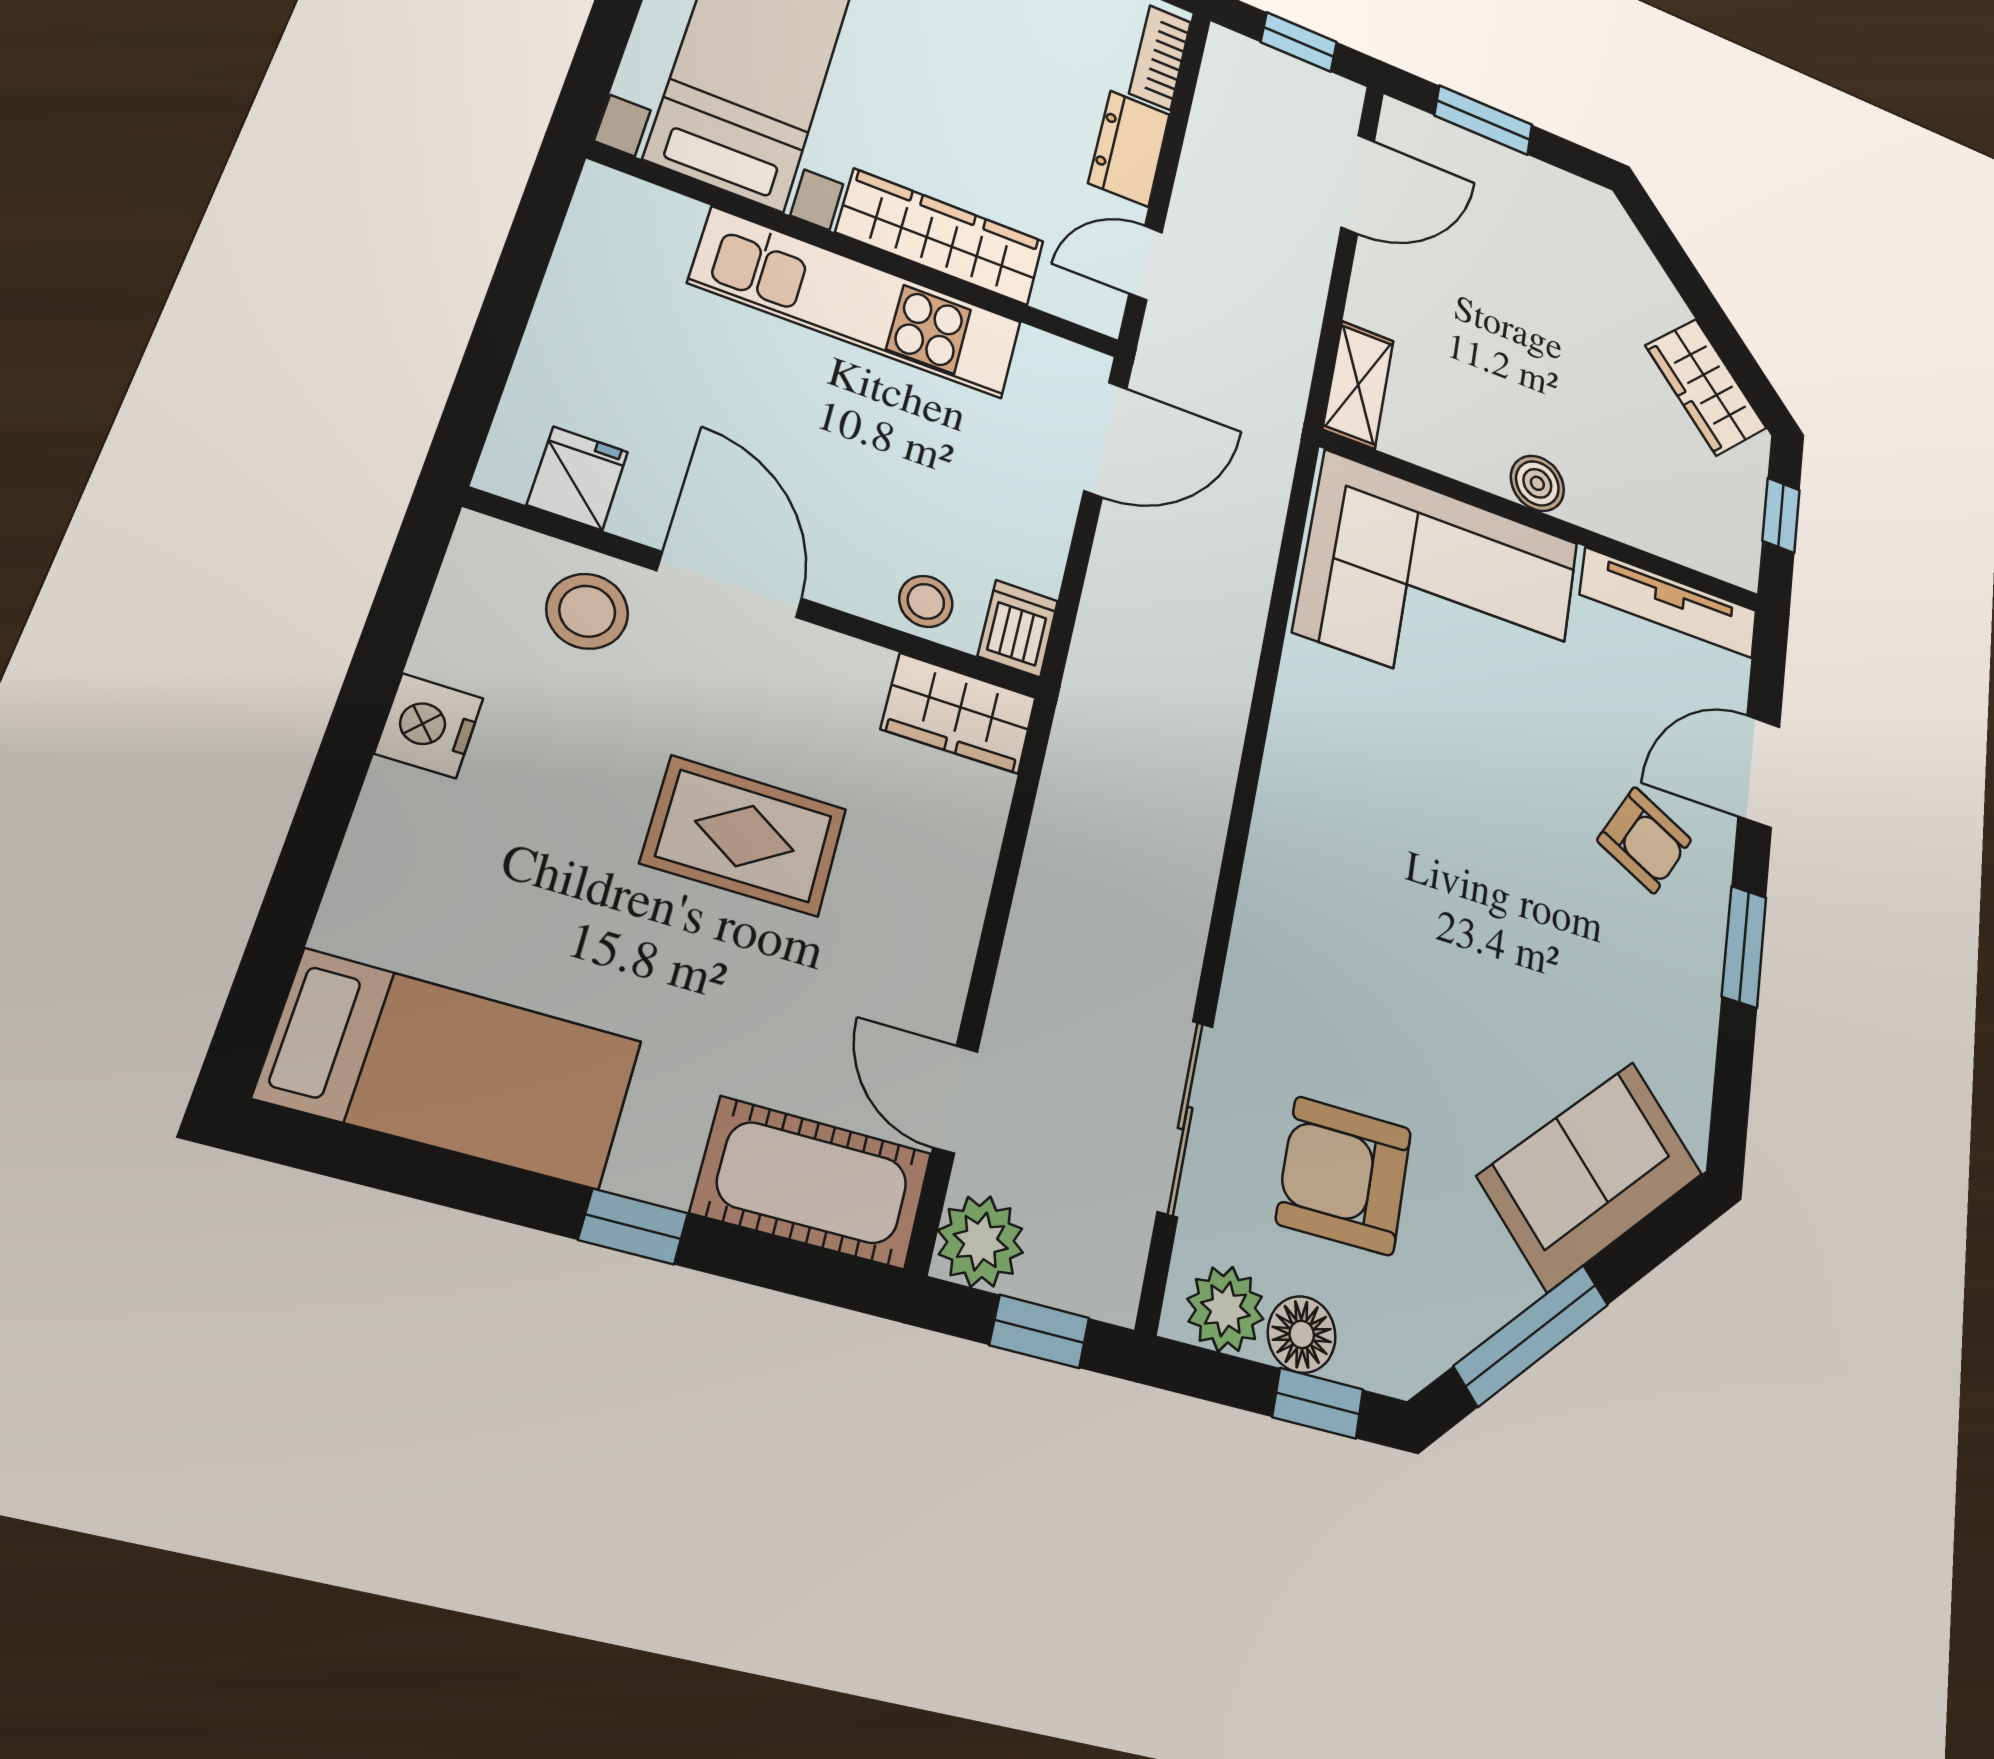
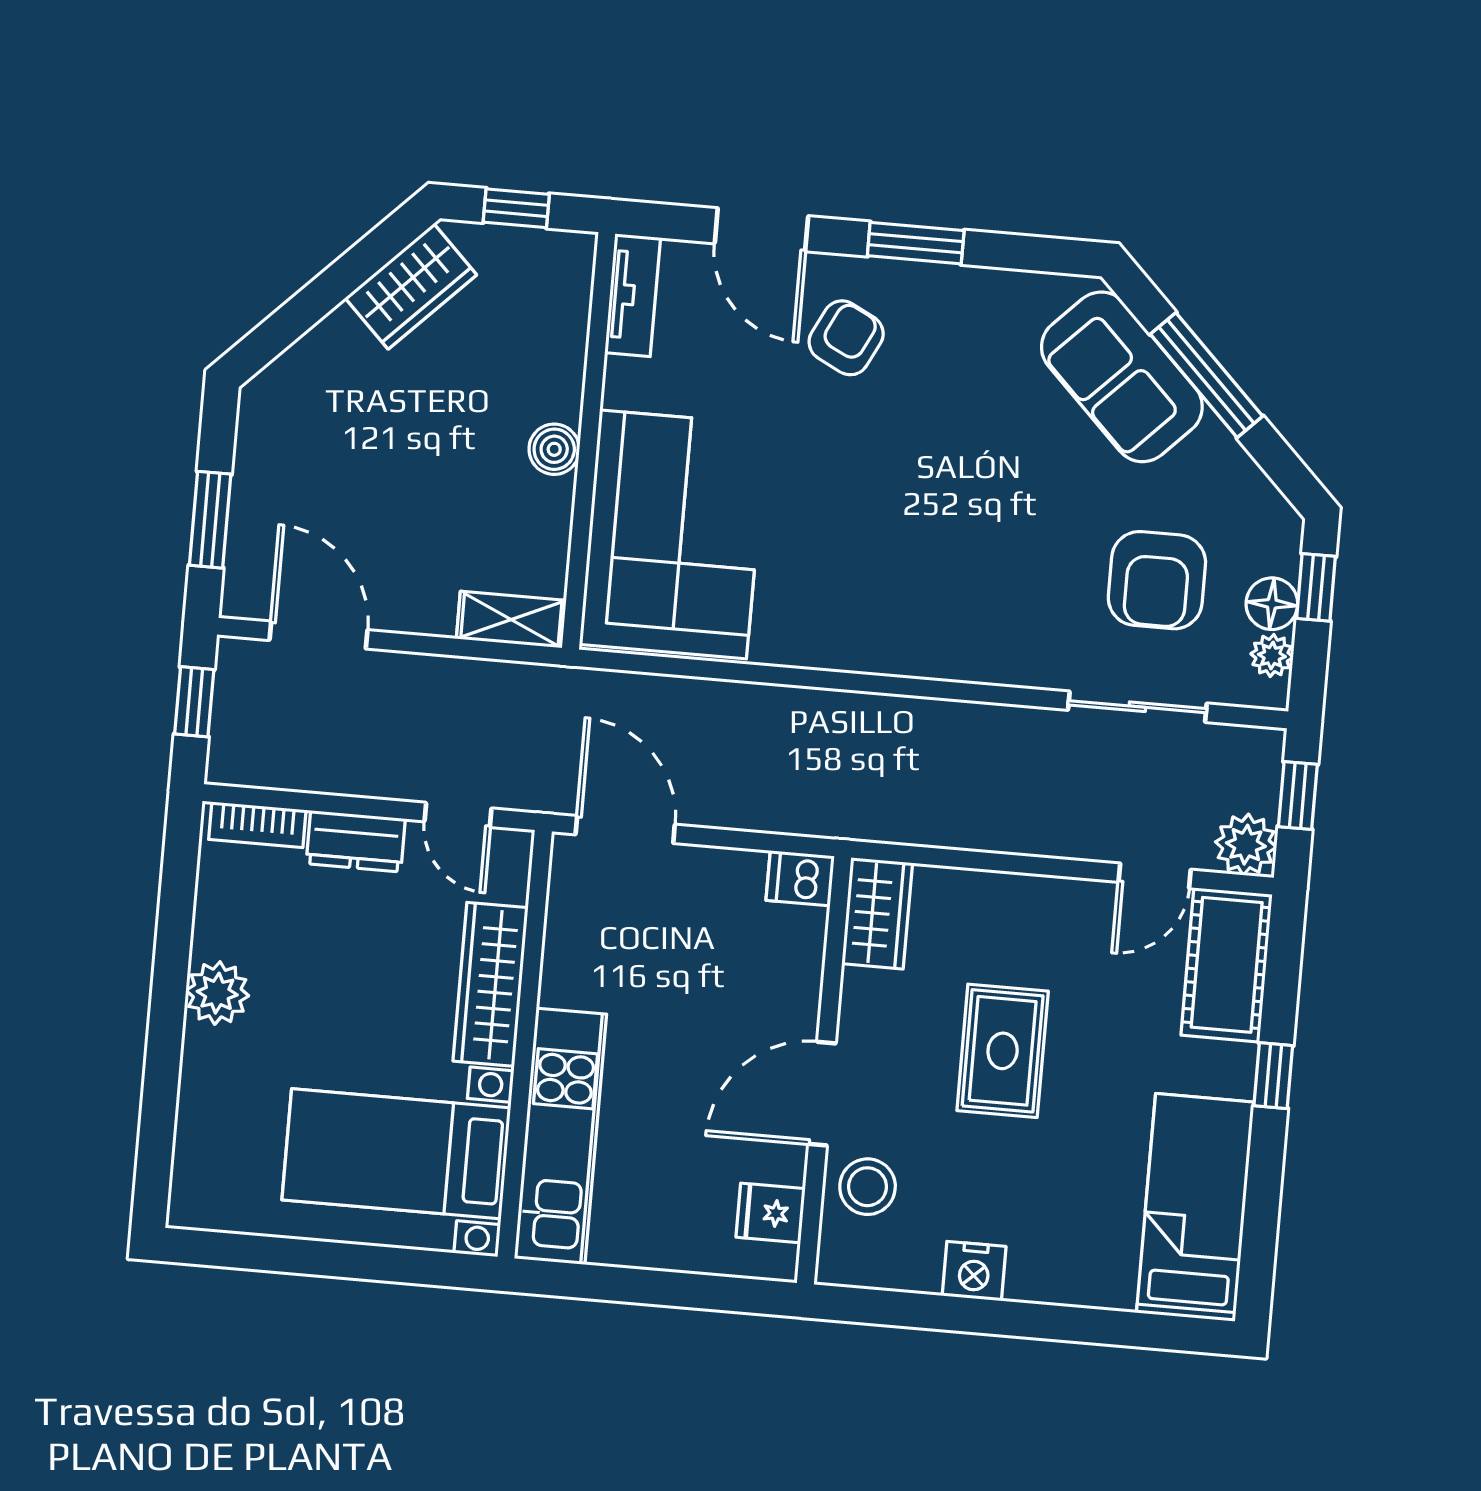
kitchen unit: (858, 303) -> (560, 1136), moved
stool: (926, 601) -> (797, 951), removed
tv unit: (1669, 603) -> (633, 295), width x0.71
plant: (1225, 1309) -> (1272, 656), width x0.73, depth x0.73
window: (1532, 1335) -> (1207, 375), moved

